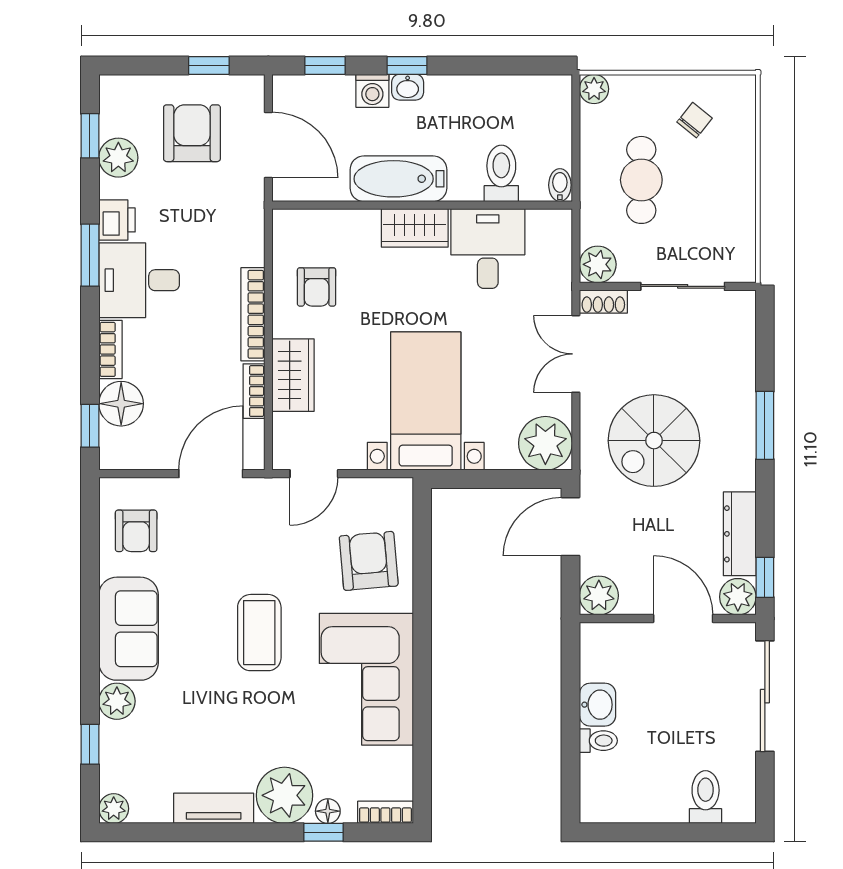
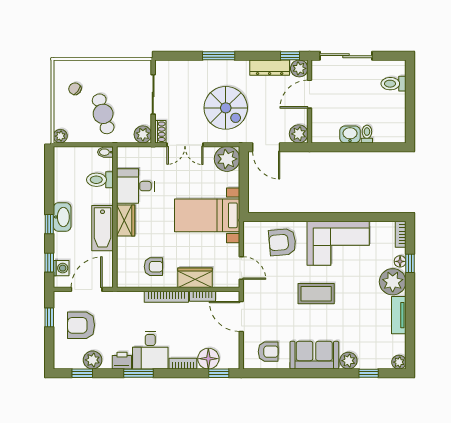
washbasin: (408, 87) -> (62, 217), width x1.91, depth x1.45
washing machine: (372, 91) -> (61, 268), moved
cafe table: (641, 180) -> (103, 114), turned 74

